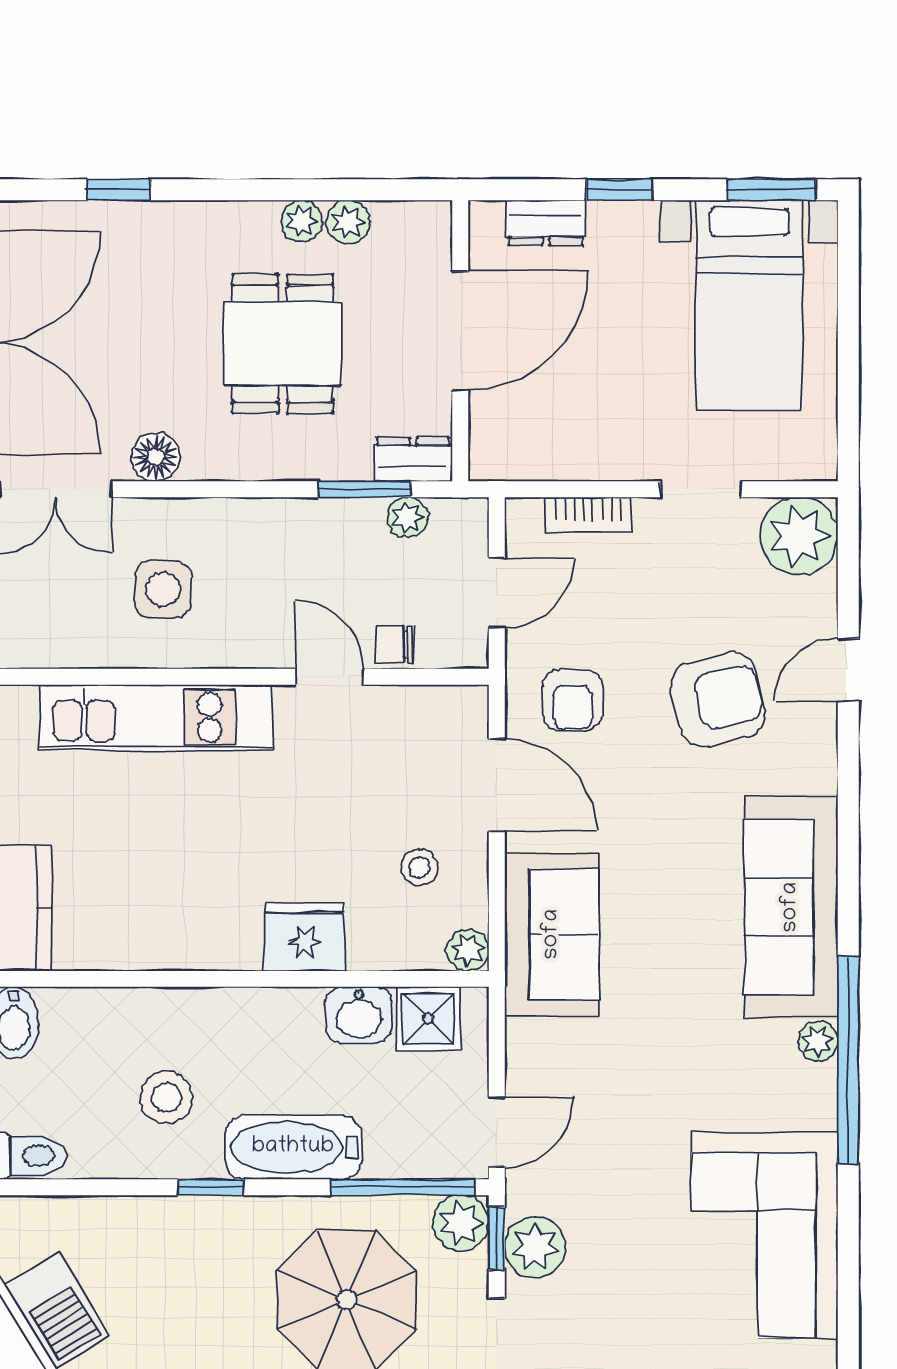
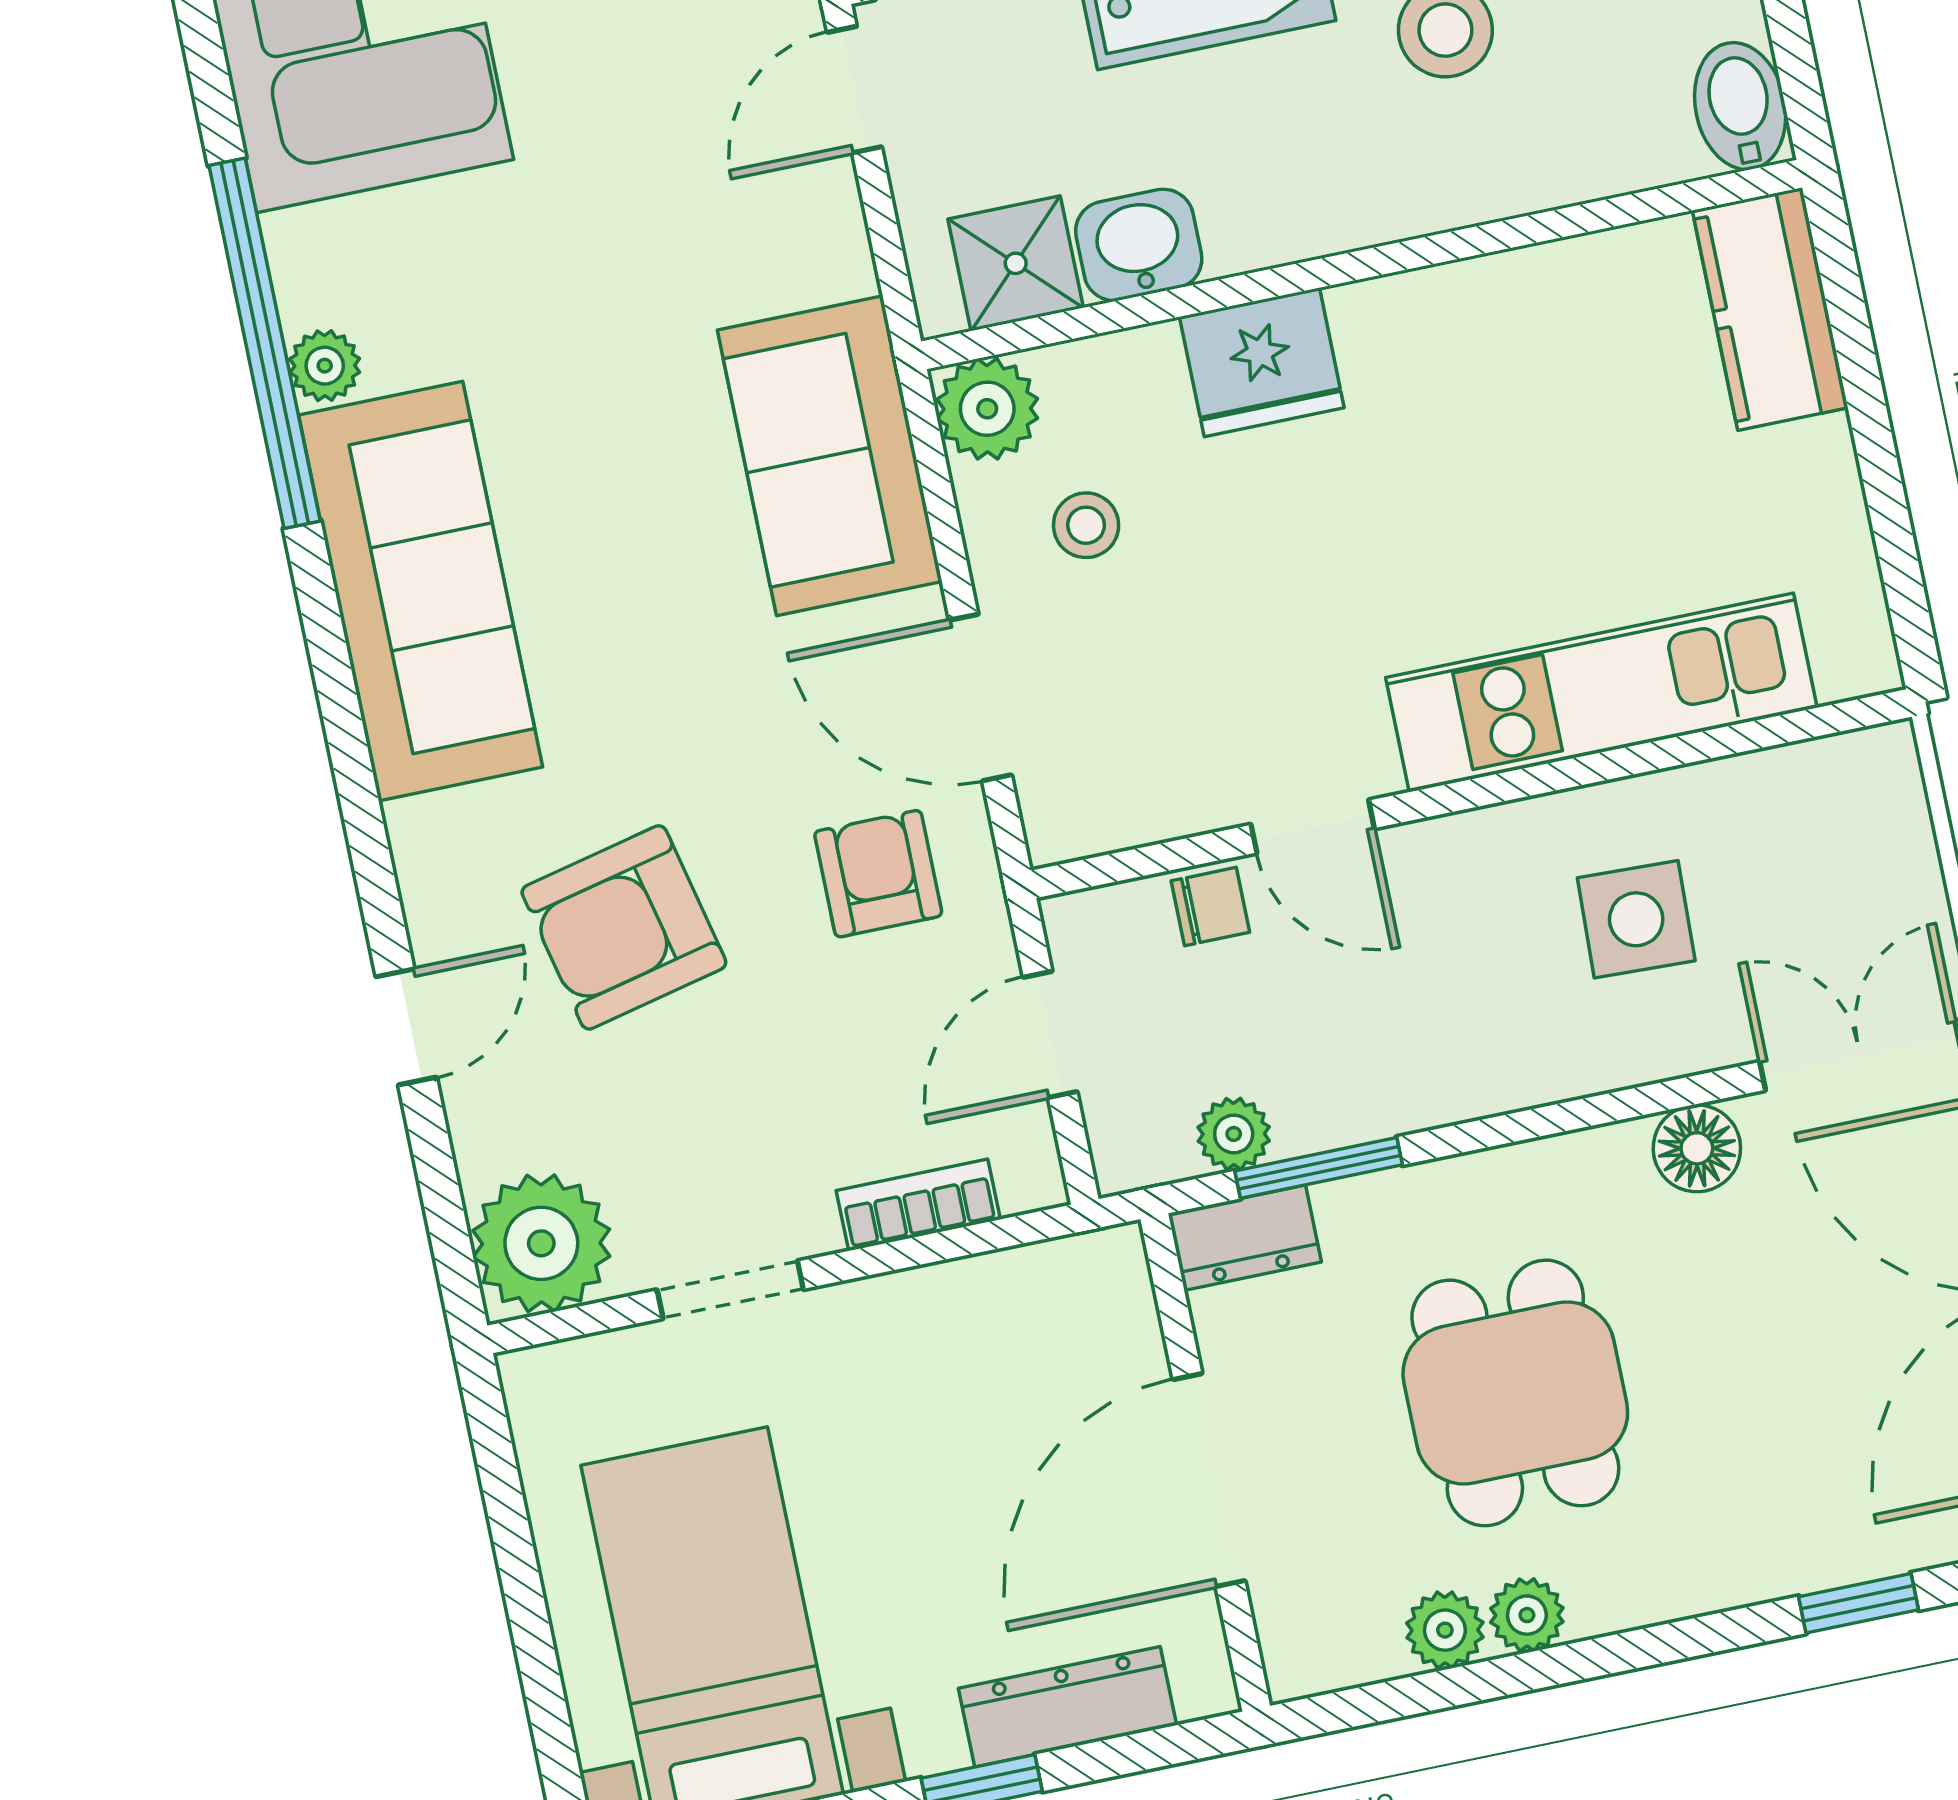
dresser: (546, 223) -> (1068, 1707), width x1.44
plant: (468, 950) -> (987, 409), width x1.38, depth x1.38

